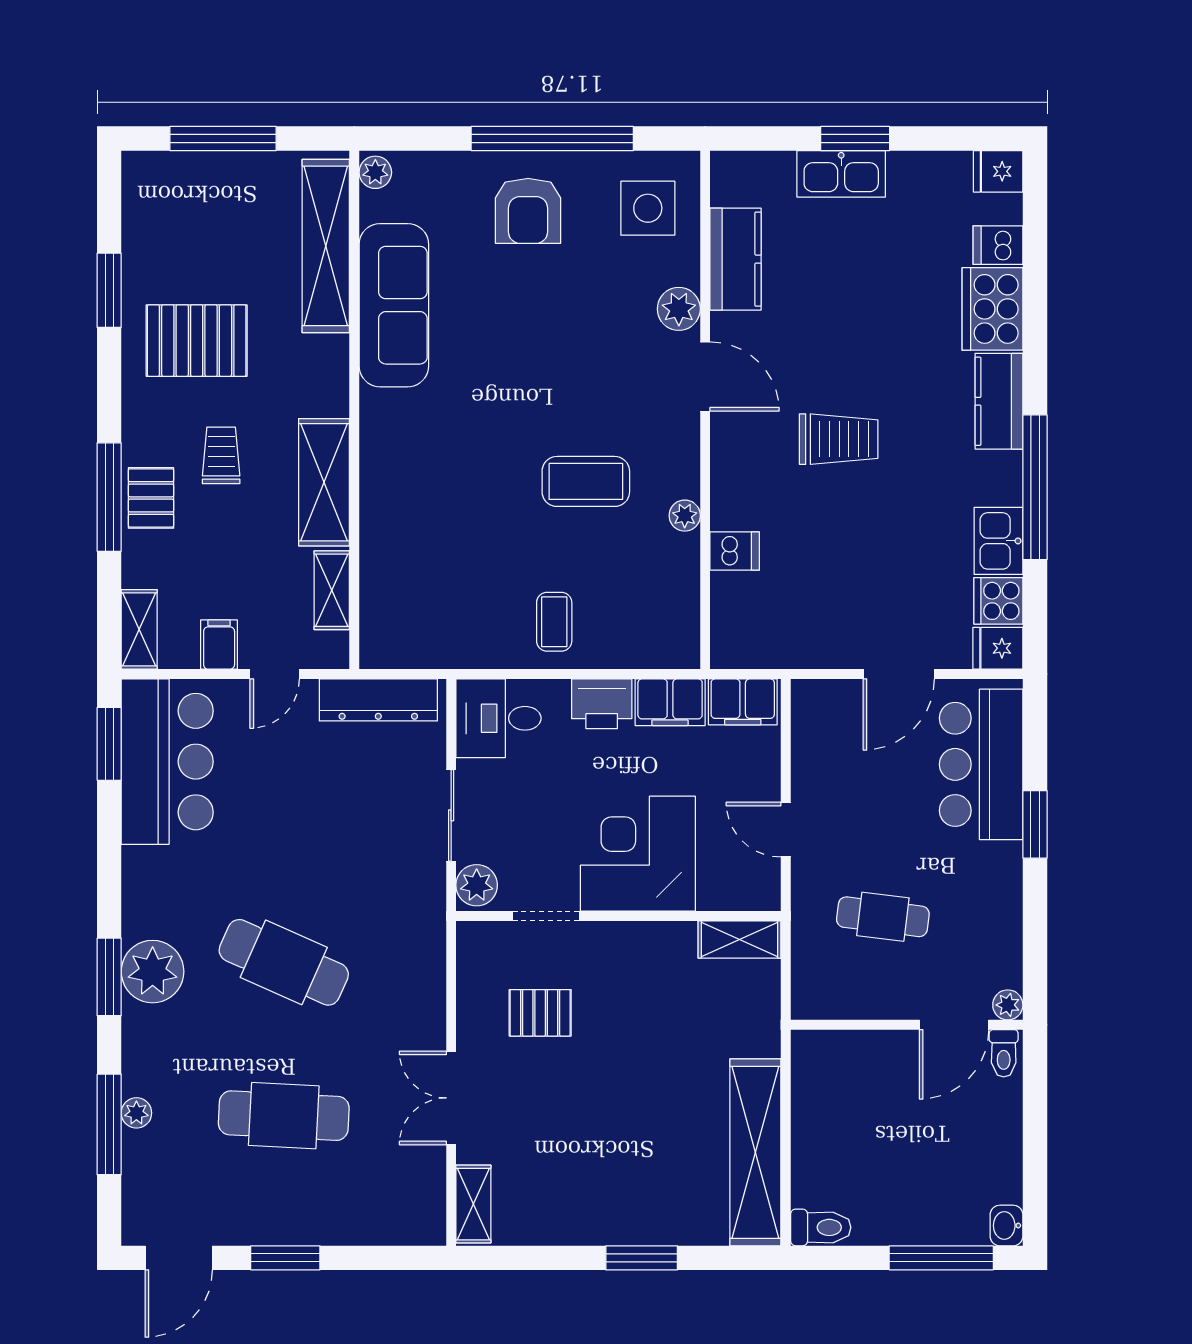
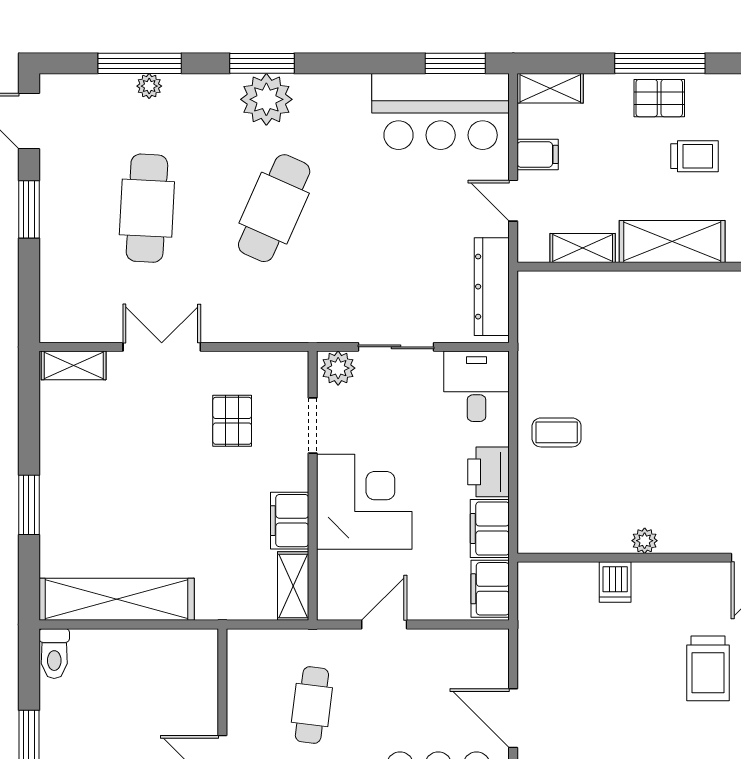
coffee table: (586, 481) -> (673, 459), removed
filing cabinet: (661, 944) -> (290, 521), added

